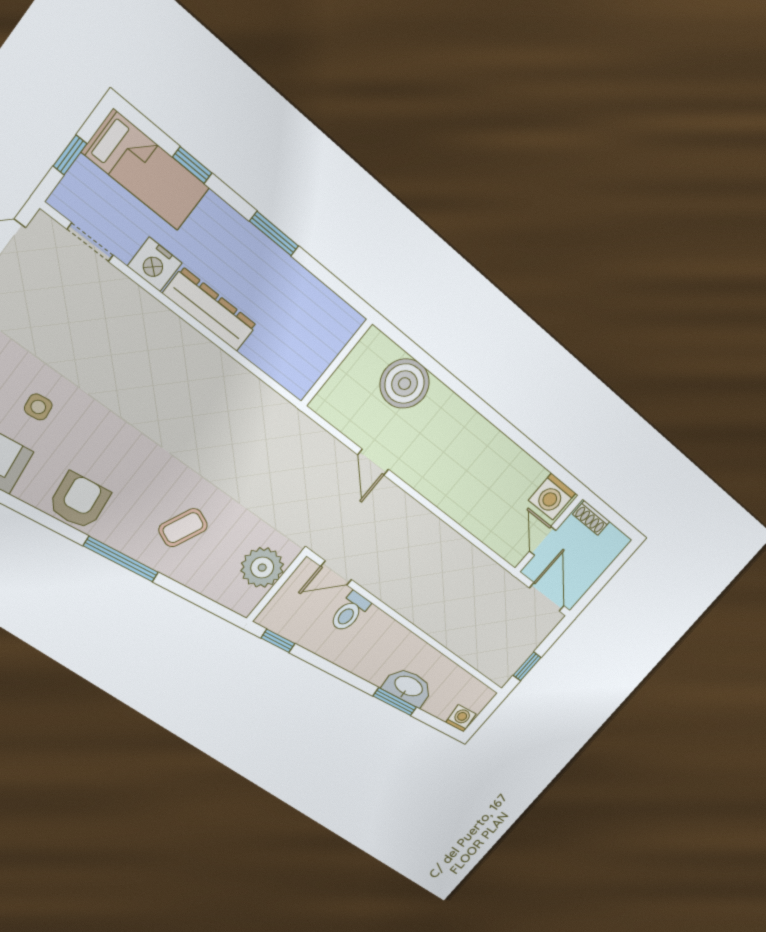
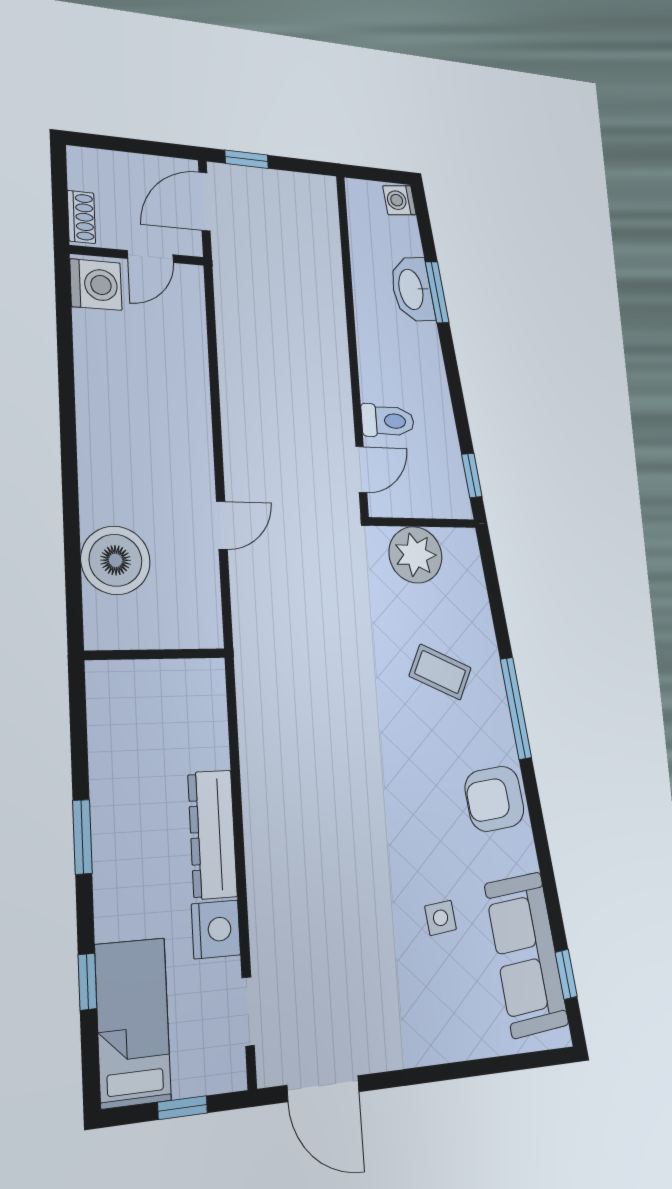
door: (336, 573) -> (361, 470), hinge flipped
window: (527, 666) -> (247, 159), moved

